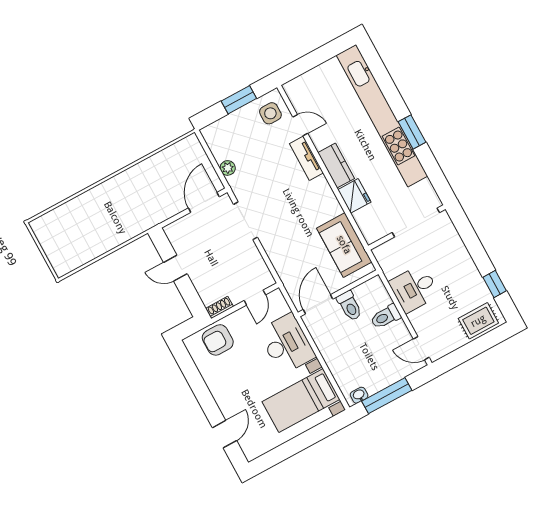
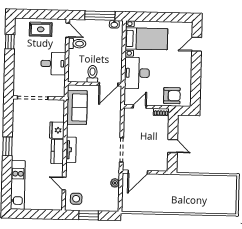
kitchen unit: (382, 116) -> (18, 185), width x0.54
tv unit: (306, 158) -> (71, 150), moved
toilet: (386, 317) -> (77, 44), moved
rug: (478, 321) -> (41, 29), moved

